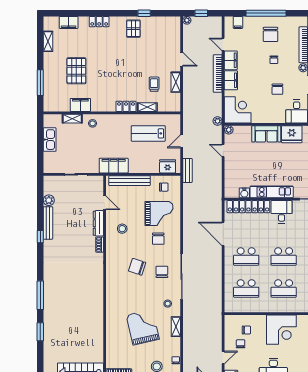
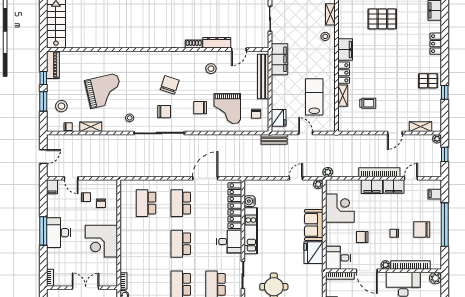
shelving: (176, 82) -> (421, 127), moved
filing cabinet: (80, 105) -> (345, 50), moved
corner desk: (238, 110) -> (340, 208), moved, turned -90
school desk: (284, 288) -> (146, 244), removed
shelving: (176, 327) -> (91, 127), moved

